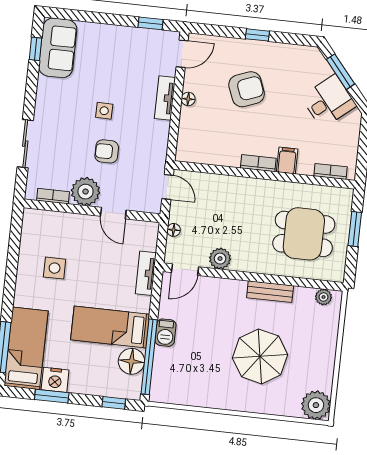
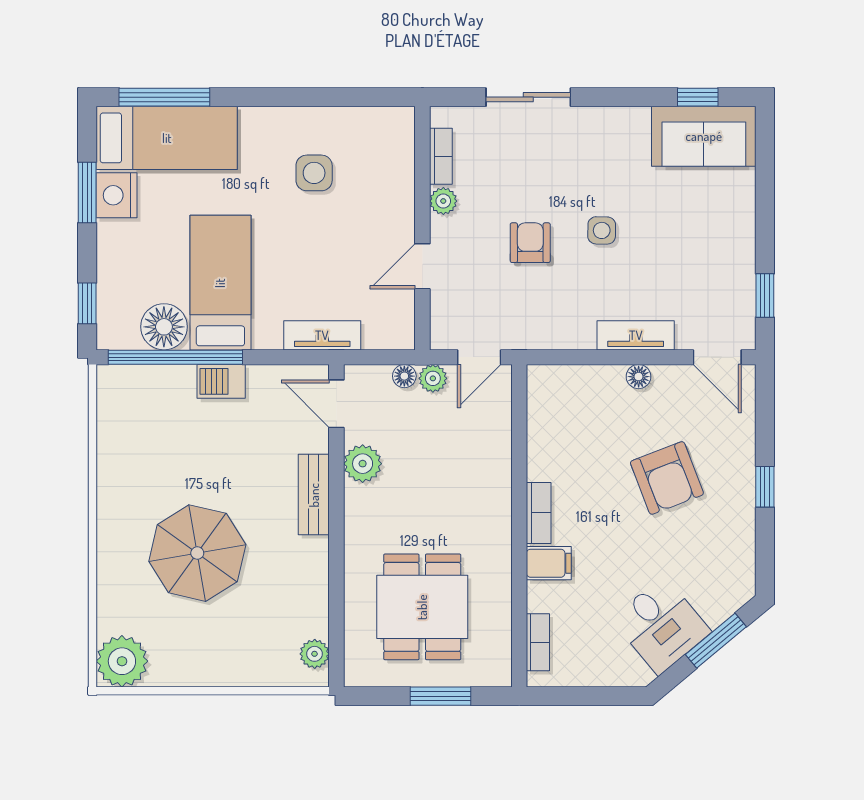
plant: (86, 192) -> (443, 201), width x0.53, depth x0.53
plant: (177, 214) -> (433, 378), added
bench: (270, 292) -> (314, 495), moved

